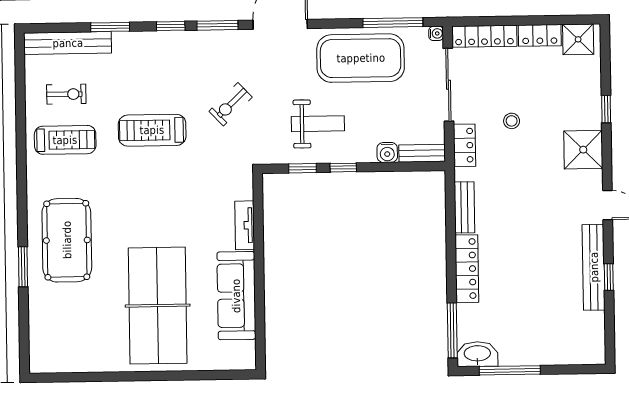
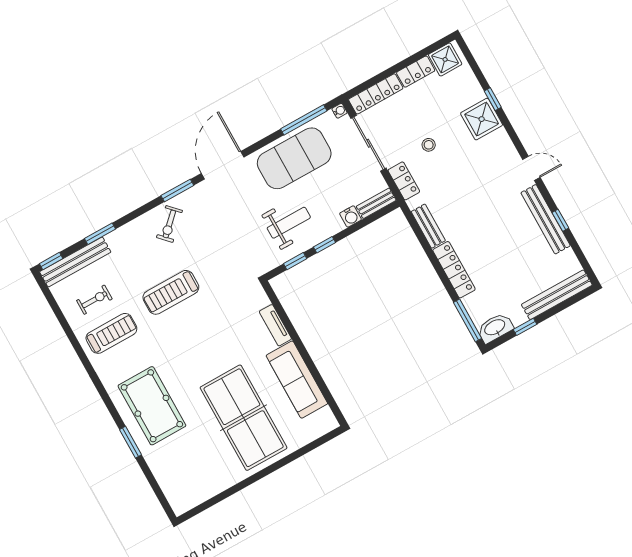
window: (171, 26) -> (51, 261), moved
exercise bike: (231, 104) -> (169, 224), moved
shower: (583, 150) -> (482, 119), moved
bench: (562, 354) -> (557, 295), added
window: (510, 370) -> (525, 327), width x0.46

